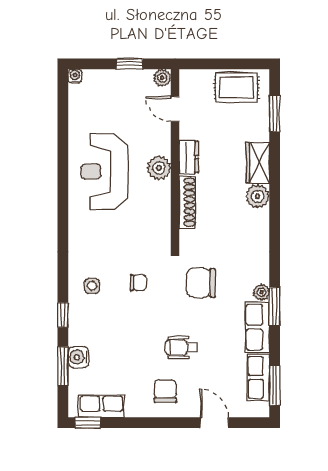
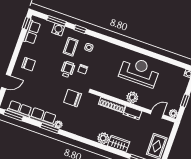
chair: (201, 283) -> (73, 98), turned -90
coffee table: (103, 321) -> (71, 47), added
wheelchair: (181, 348) -> (68, 69), moved

